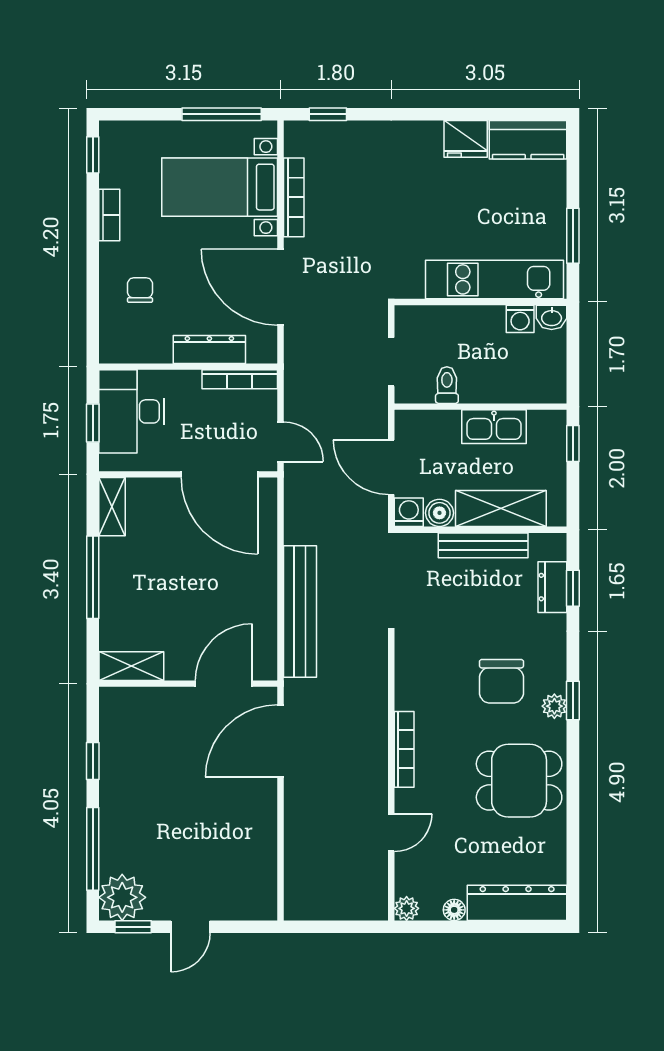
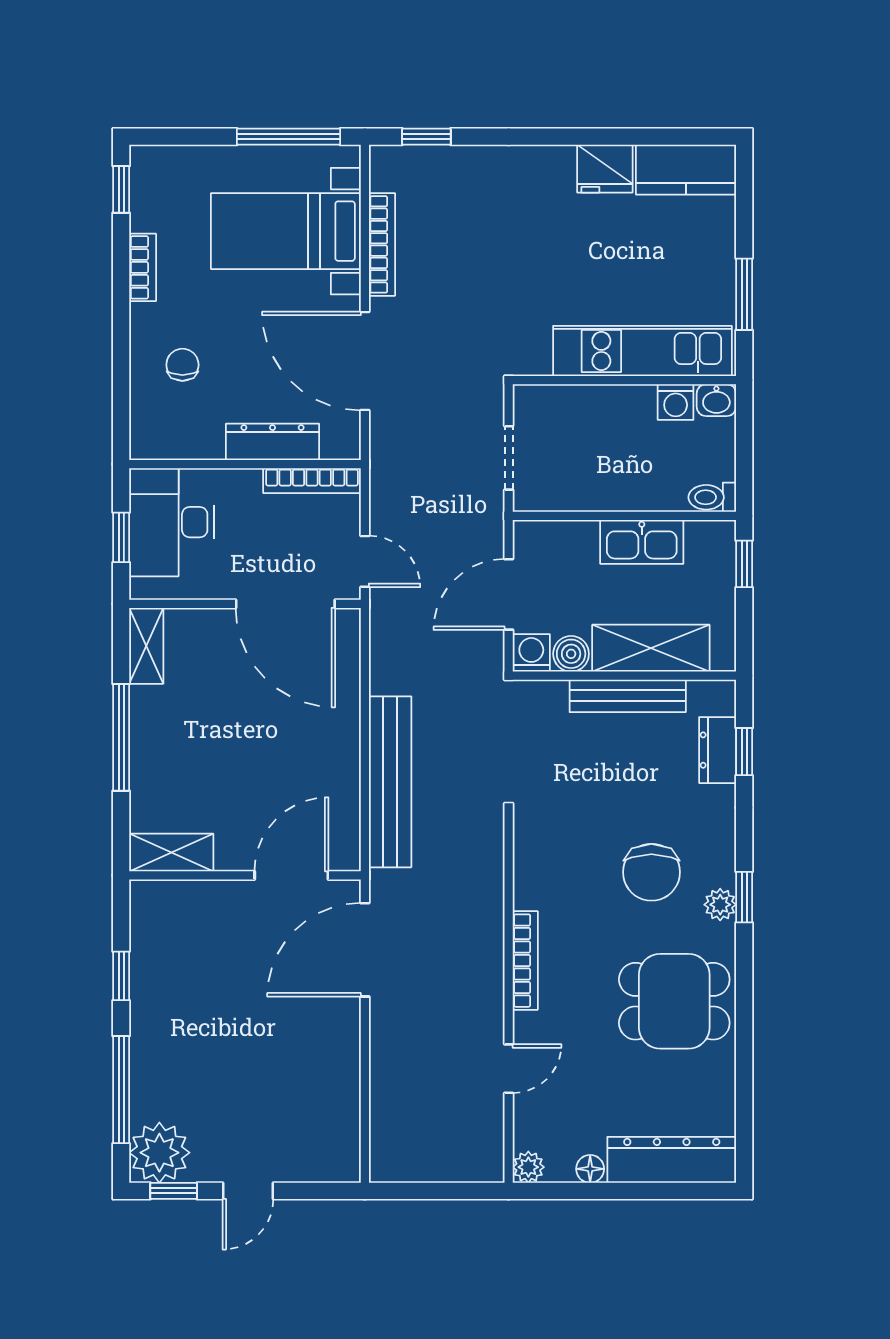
toilet: (447, 385) -> (712, 497), moved, turned -90
door: (391, 467) -> (509, 594), hinge flipped

